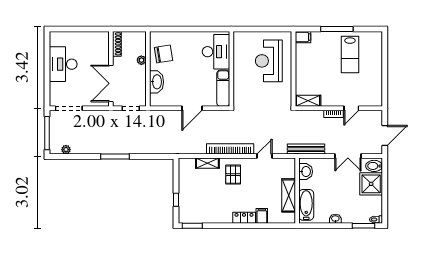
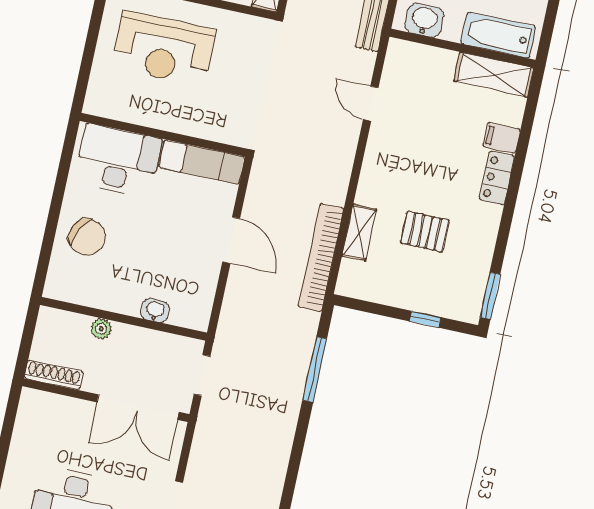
chair: (163, 54) -> (87, 237), moved, turned 126
washbasin: (157, 82) -> (155, 310), width x0.52, depth x0.69
bookcase: (230, 149) -> (321, 257), moved
window: (115, 157) -> (315, 370), moved
pallet: (233, 175) -> (425, 232), moved
shelving: (289, 195) -> (494, 75), moved

